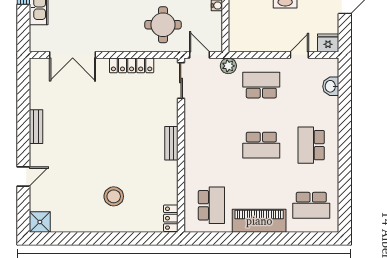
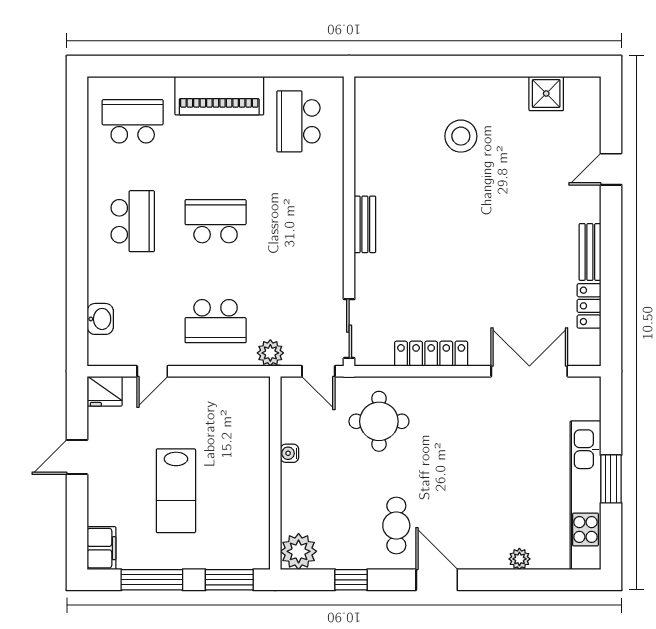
locker: (171, 218) -> (589, 306), moved, turned 180
shower: (40, 222) -> (546, 94), moved

